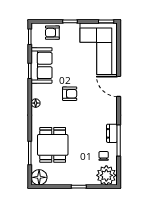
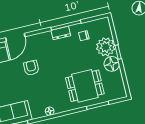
armchair: (70, 94) -> (31, 68), moved
plant: (106, 175) -> (106, 47), moved
floor lamp: (39, 177) -> (112, 64), moved

